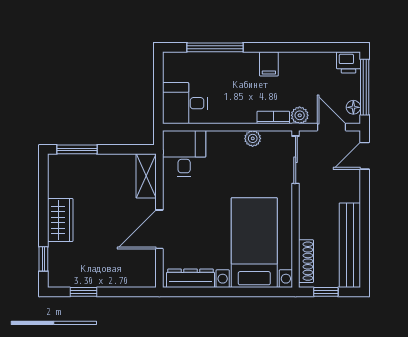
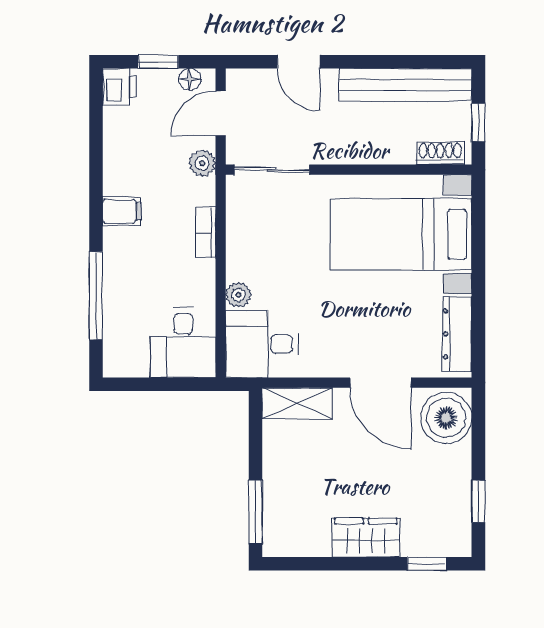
window: (365, 87) -> (158, 62), width x0.46
bookcase: (273, 117) -> (206, 233), moved
plant: (253, 138) -> (238, 295), moved
door: (365, 156) -> (299, 62), moved
shoe rack: (306, 261) -> (440, 153), width x0.70
boiler: (137, 271) -> (446, 418), added

